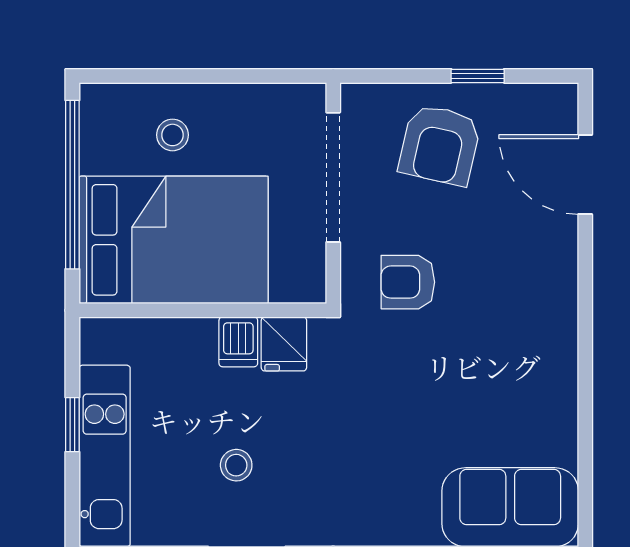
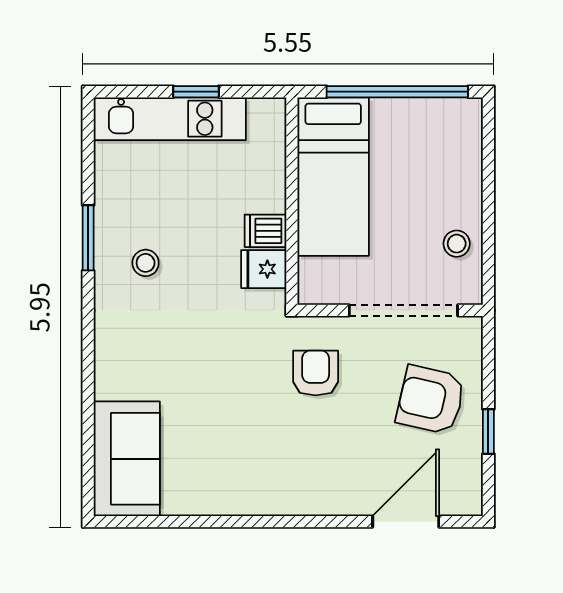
stool: (173, 135) -> (457, 244), moved
bed: (174, 240) -> (333, 177), width x0.67
stool: (236, 465) -> (146, 263), moved

